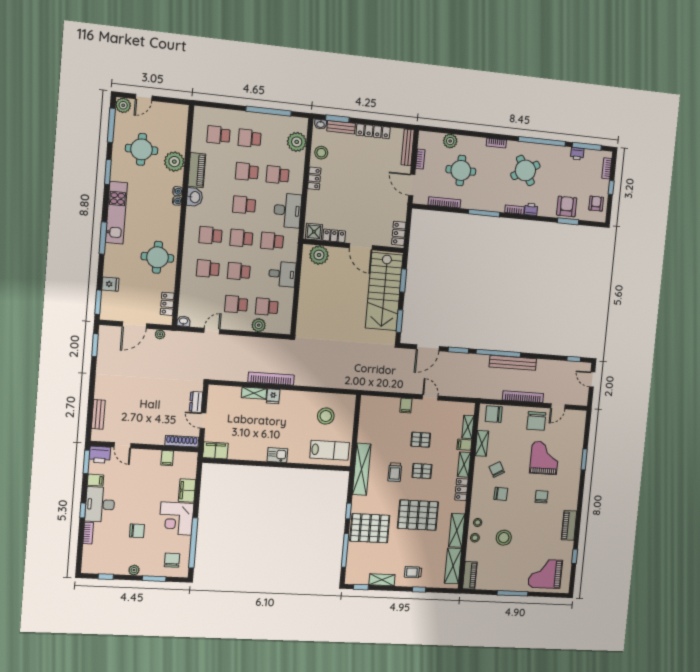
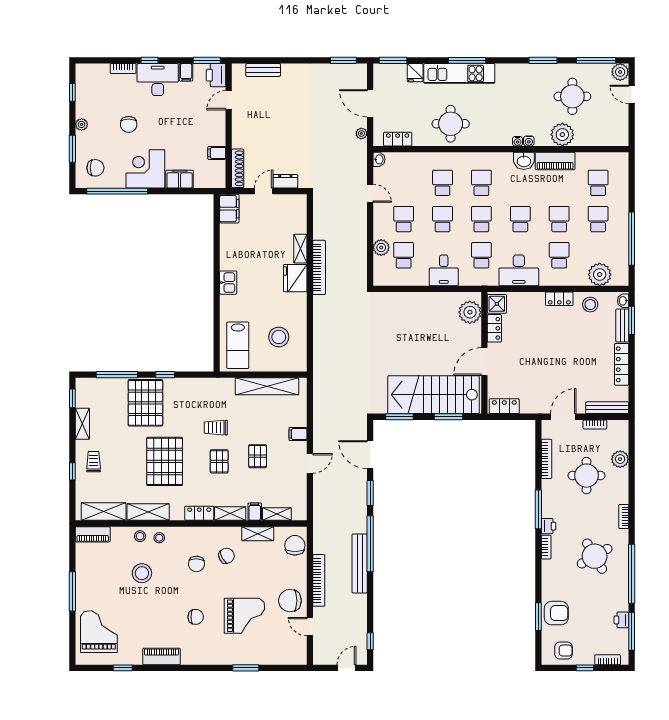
printer: (531, 209) -> (549, 526), moved
kitchen unit: (116, 213) -> (459, 73), moved
fridge: (273, 396) -> (295, 278), width x1.88, depth x1.34
shelving: (362, 469) -> (267, 386), moved

